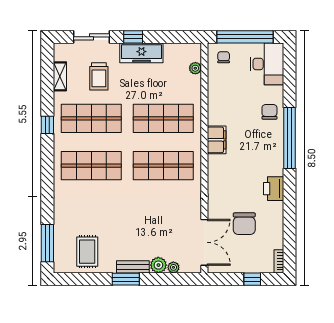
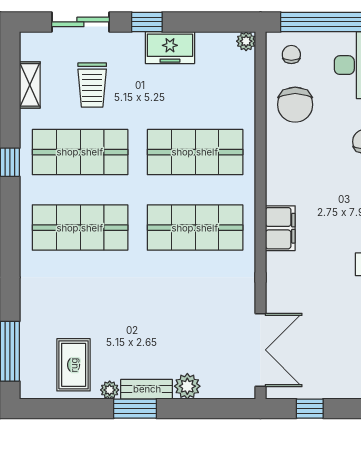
freezer: (141, 53) -> (170, 48), width x0.71
plant: (195, 68) -> (246, 41), moved
filing cabinet: (217, 140) -> (280, 228), moved
chair: (244, 224) -> (295, 105), moved
plant: (173, 267) -> (110, 390), moved
window: (252, 279) -> (310, 409), moved

